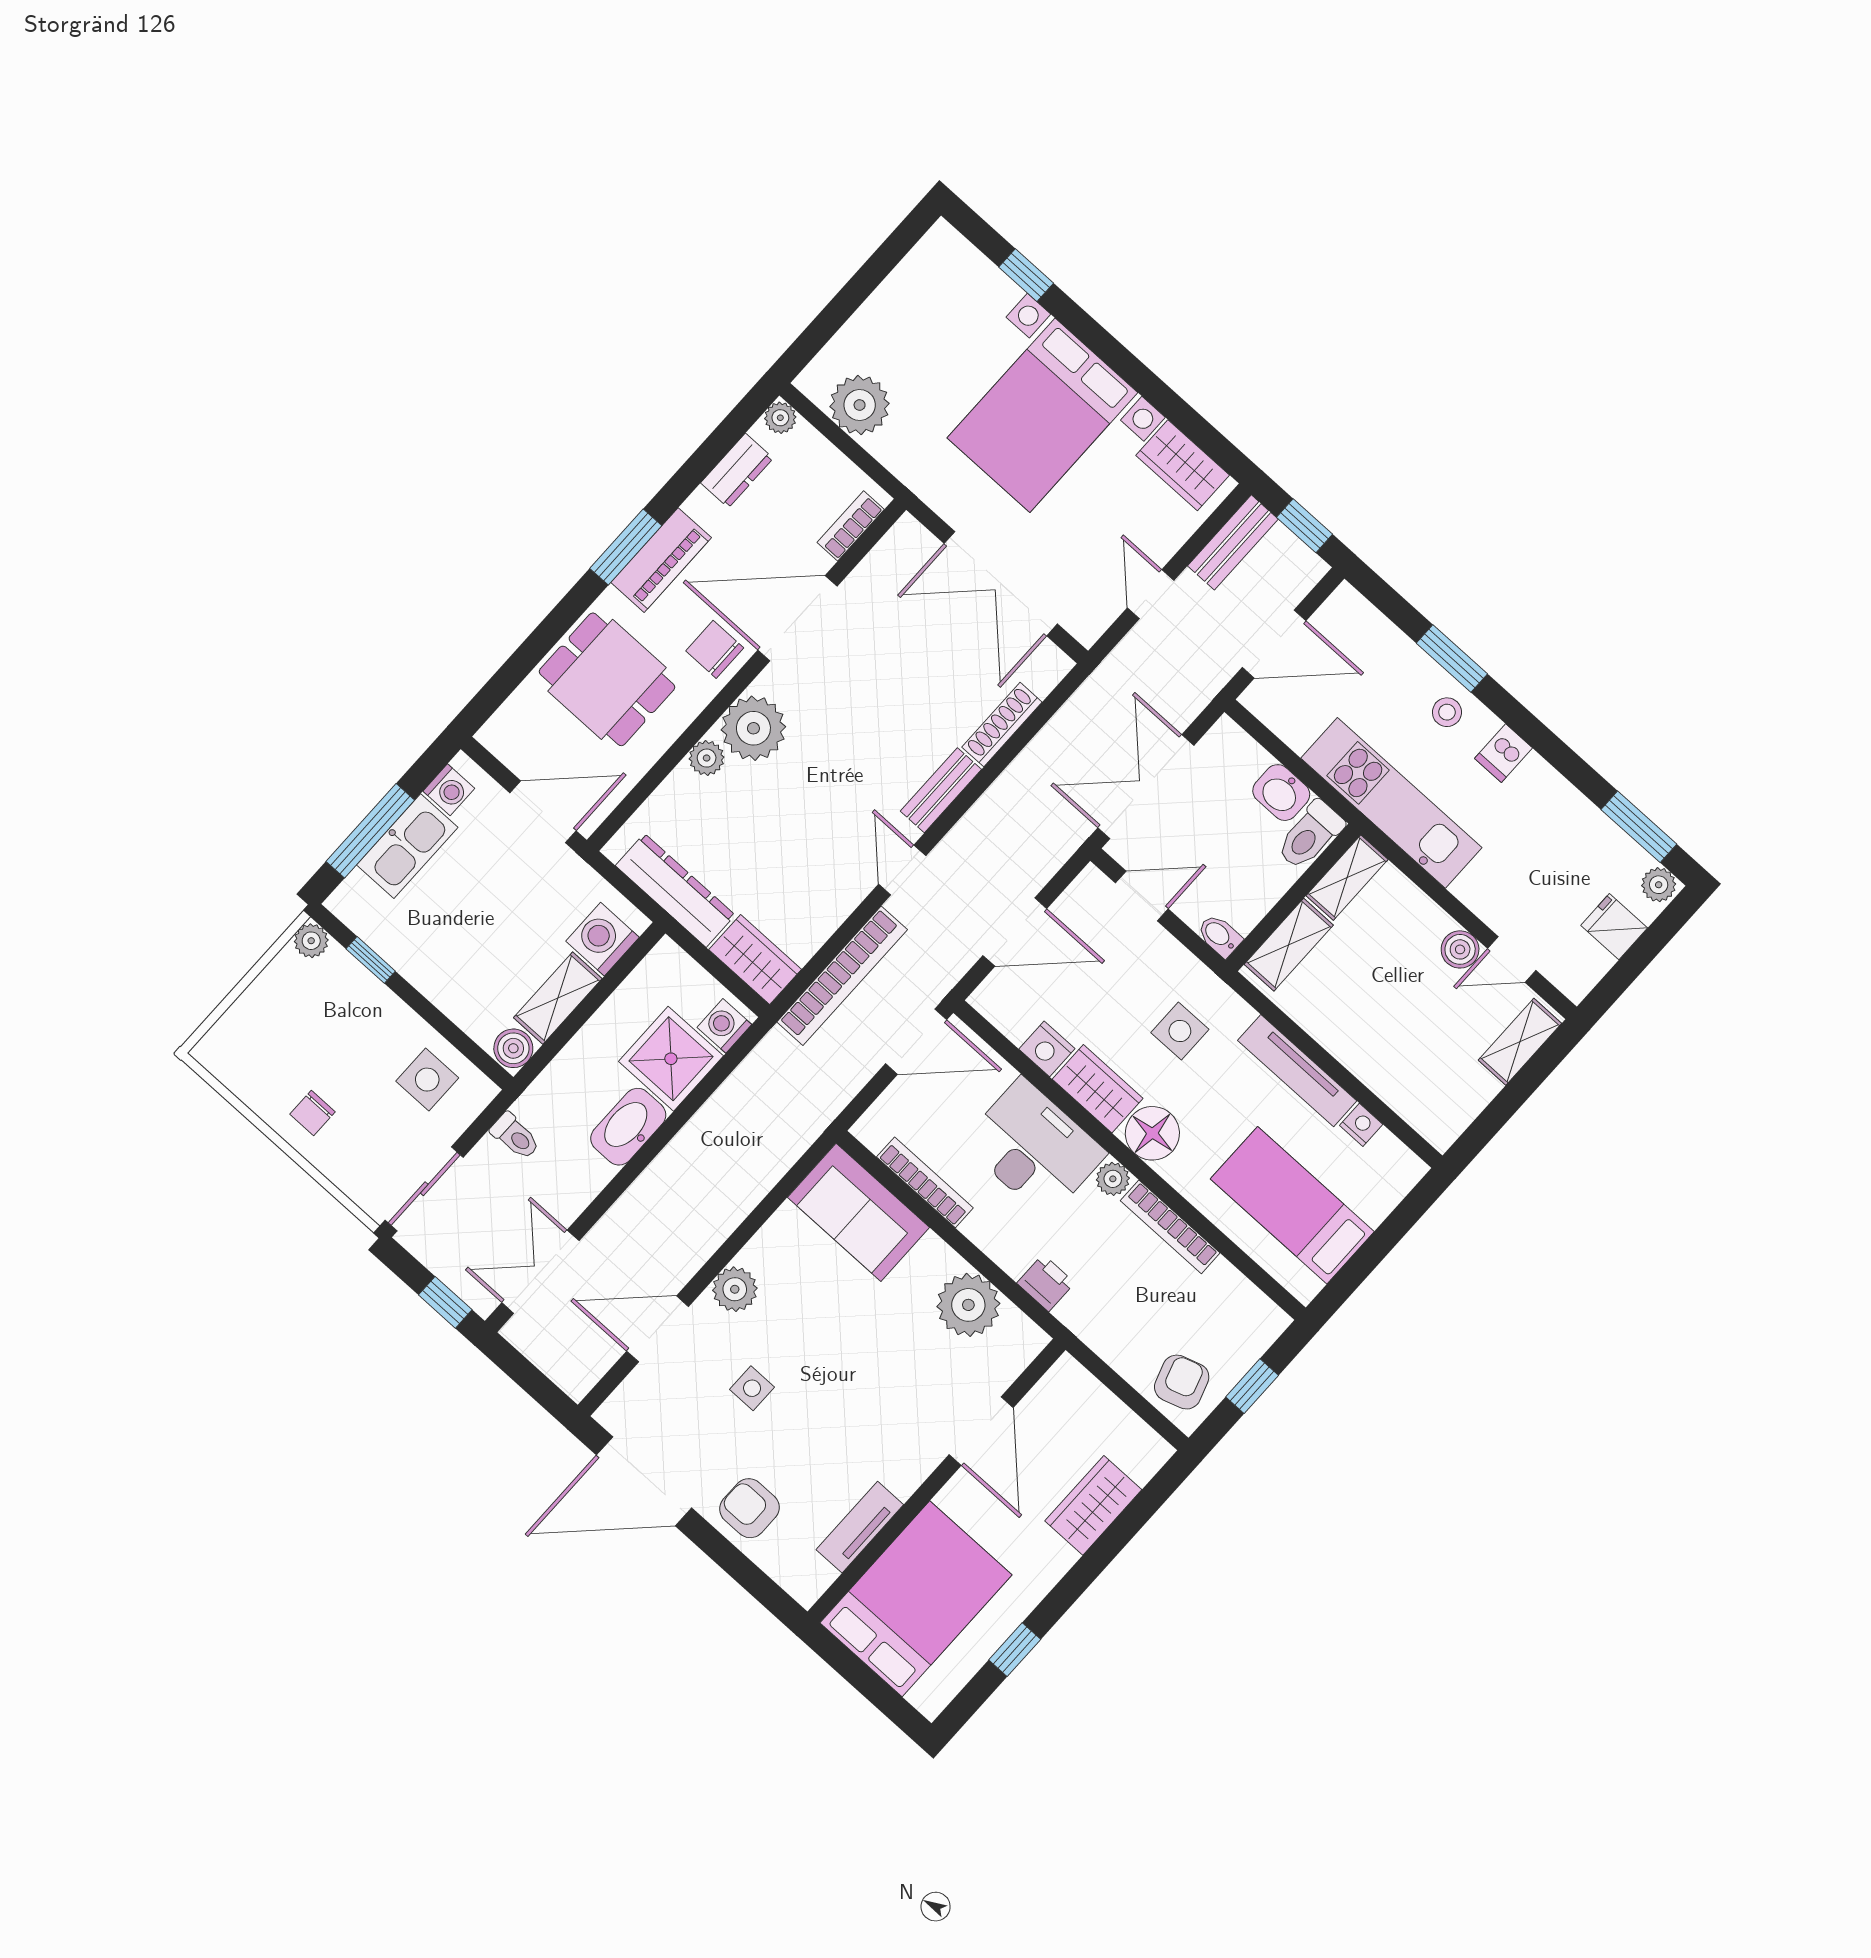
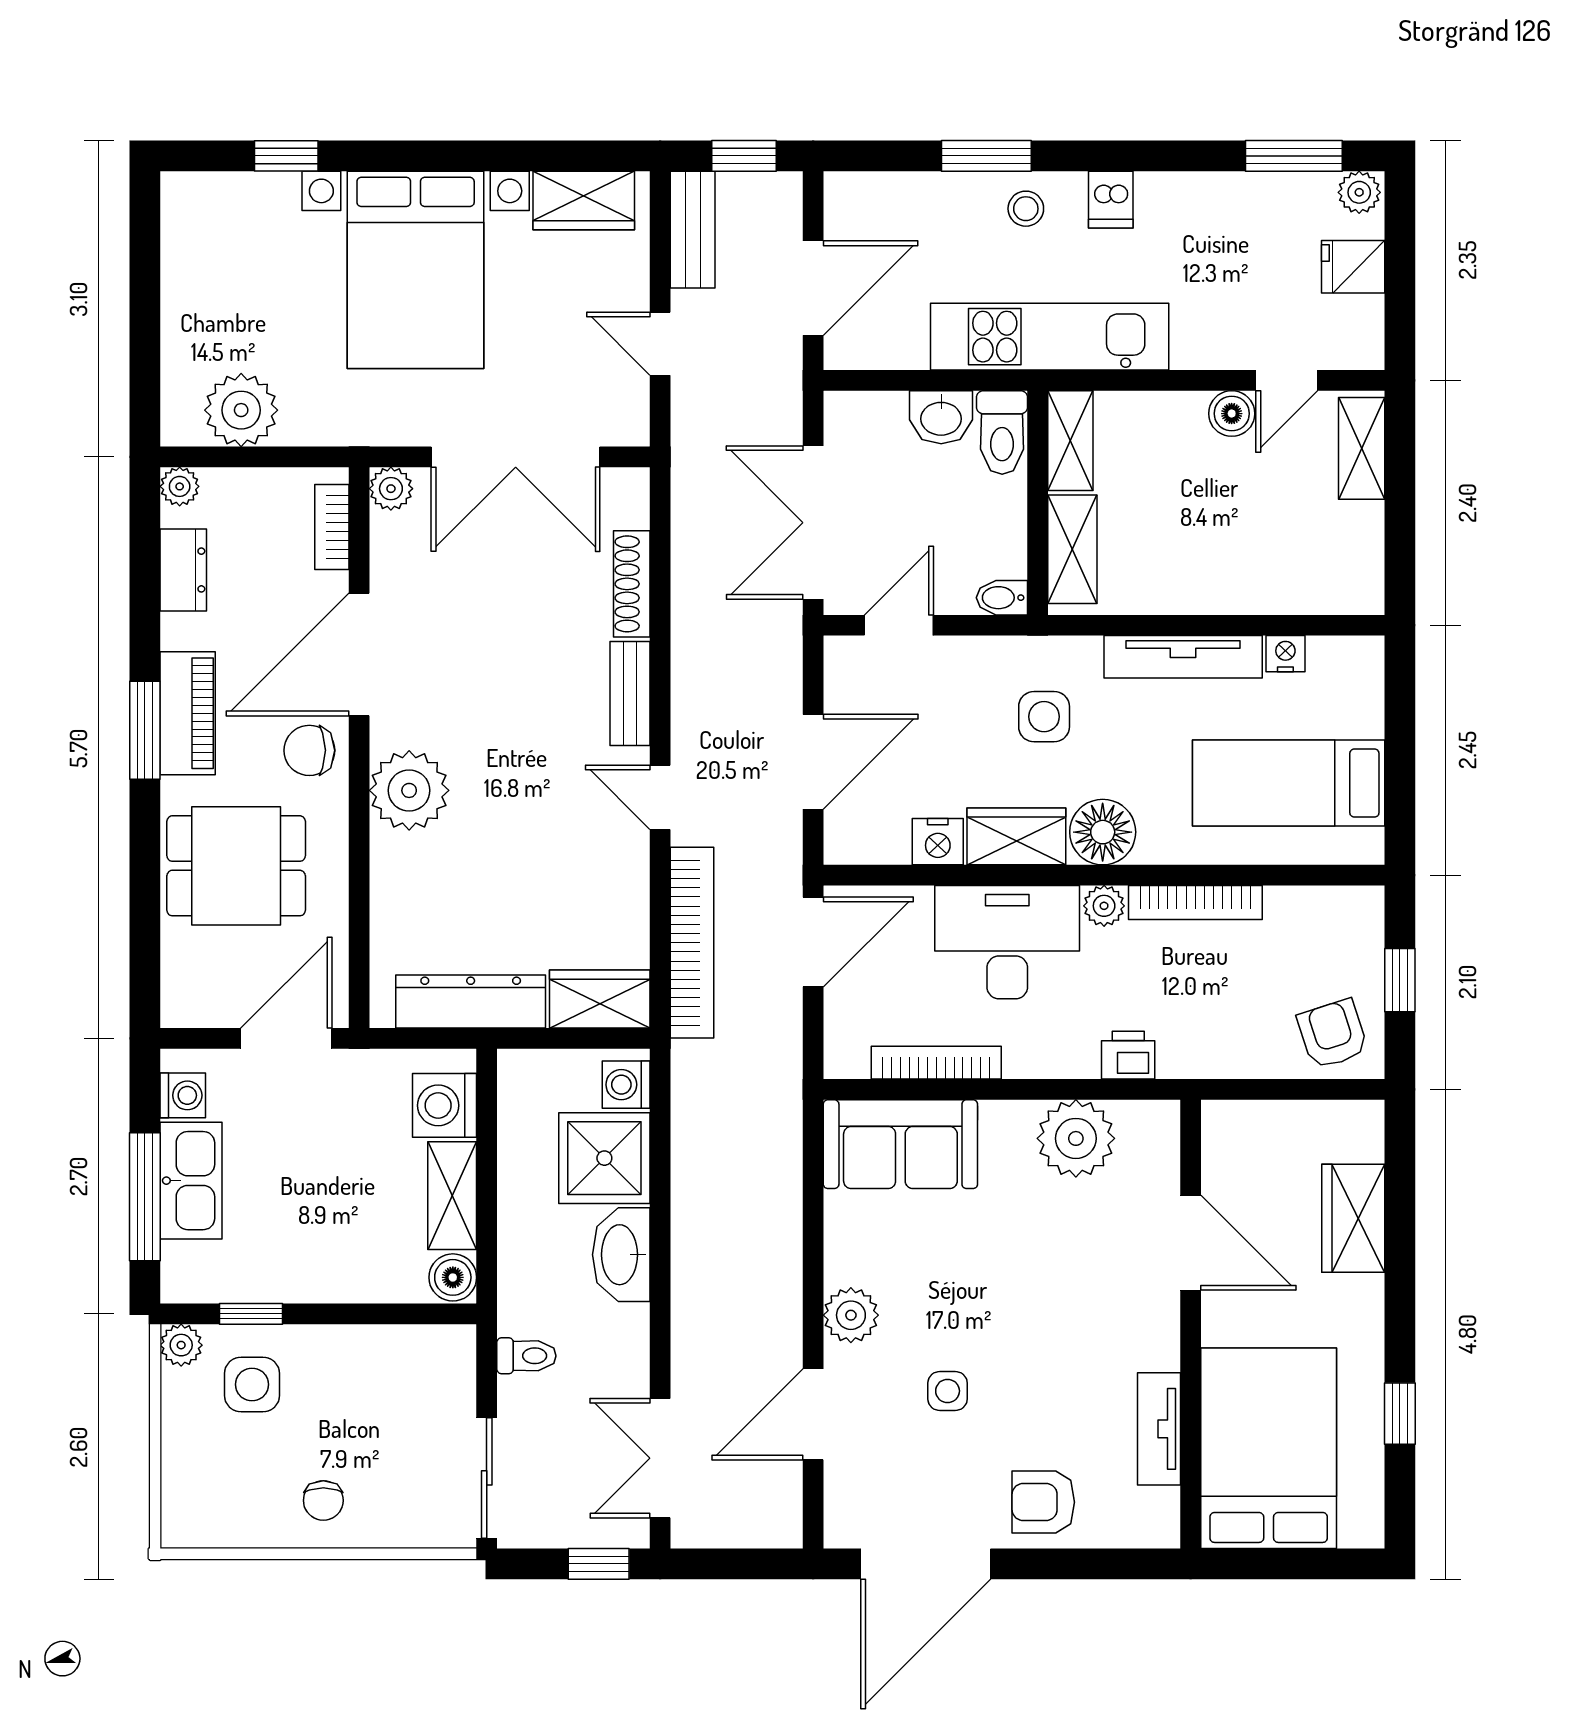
plant: (707, 758) -> (391, 489), moved
side table: (427, 1080) -> (252, 1384), moved

